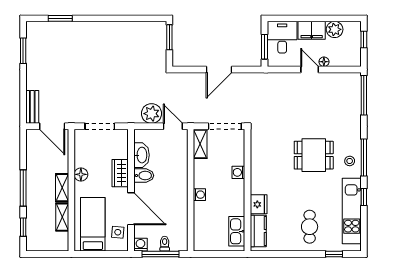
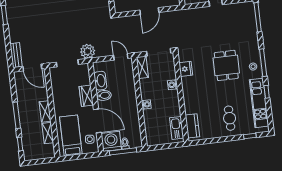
plant: (151, 114) -> (88, 51), moved
dining table: (314, 155) -> (226, 65), turned 90
floor lamp: (81, 174) -> (58, 100), removed
fridge: (259, 204) -> (186, 69), moved
washing machine: (140, 245) -> (111, 141), width x1.89, depth x1.89

